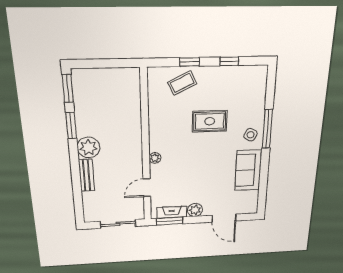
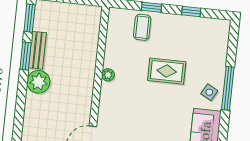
coffee table: (182, 83) -> (142, 27), turned -64
plant: (155, 158) -> (108, 75), moved
bench: (86, 175) -> (37, 50), moved

